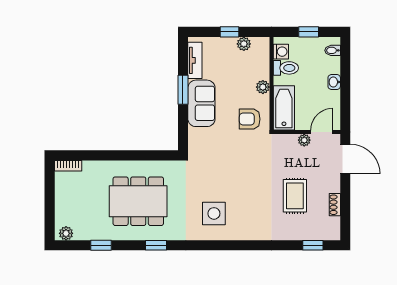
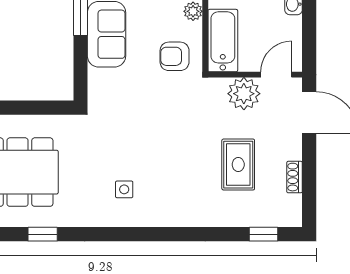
plant: (304, 140) -> (244, 94), width x1.87, depth x1.87
side table: (214, 213) -> (124, 189), width x0.54, depth x0.54

